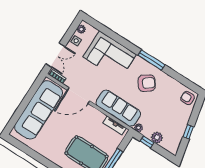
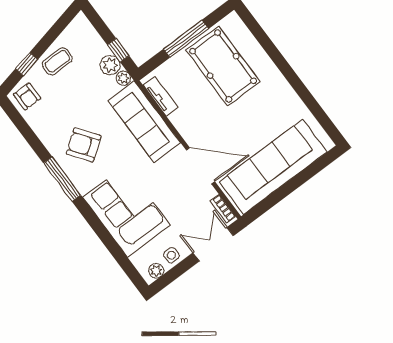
coffee table: (178, 123) -> (57, 61), added
window: (188, 132) -> (27, 64), moved
plant: (157, 138) -> (110, 65), moved

